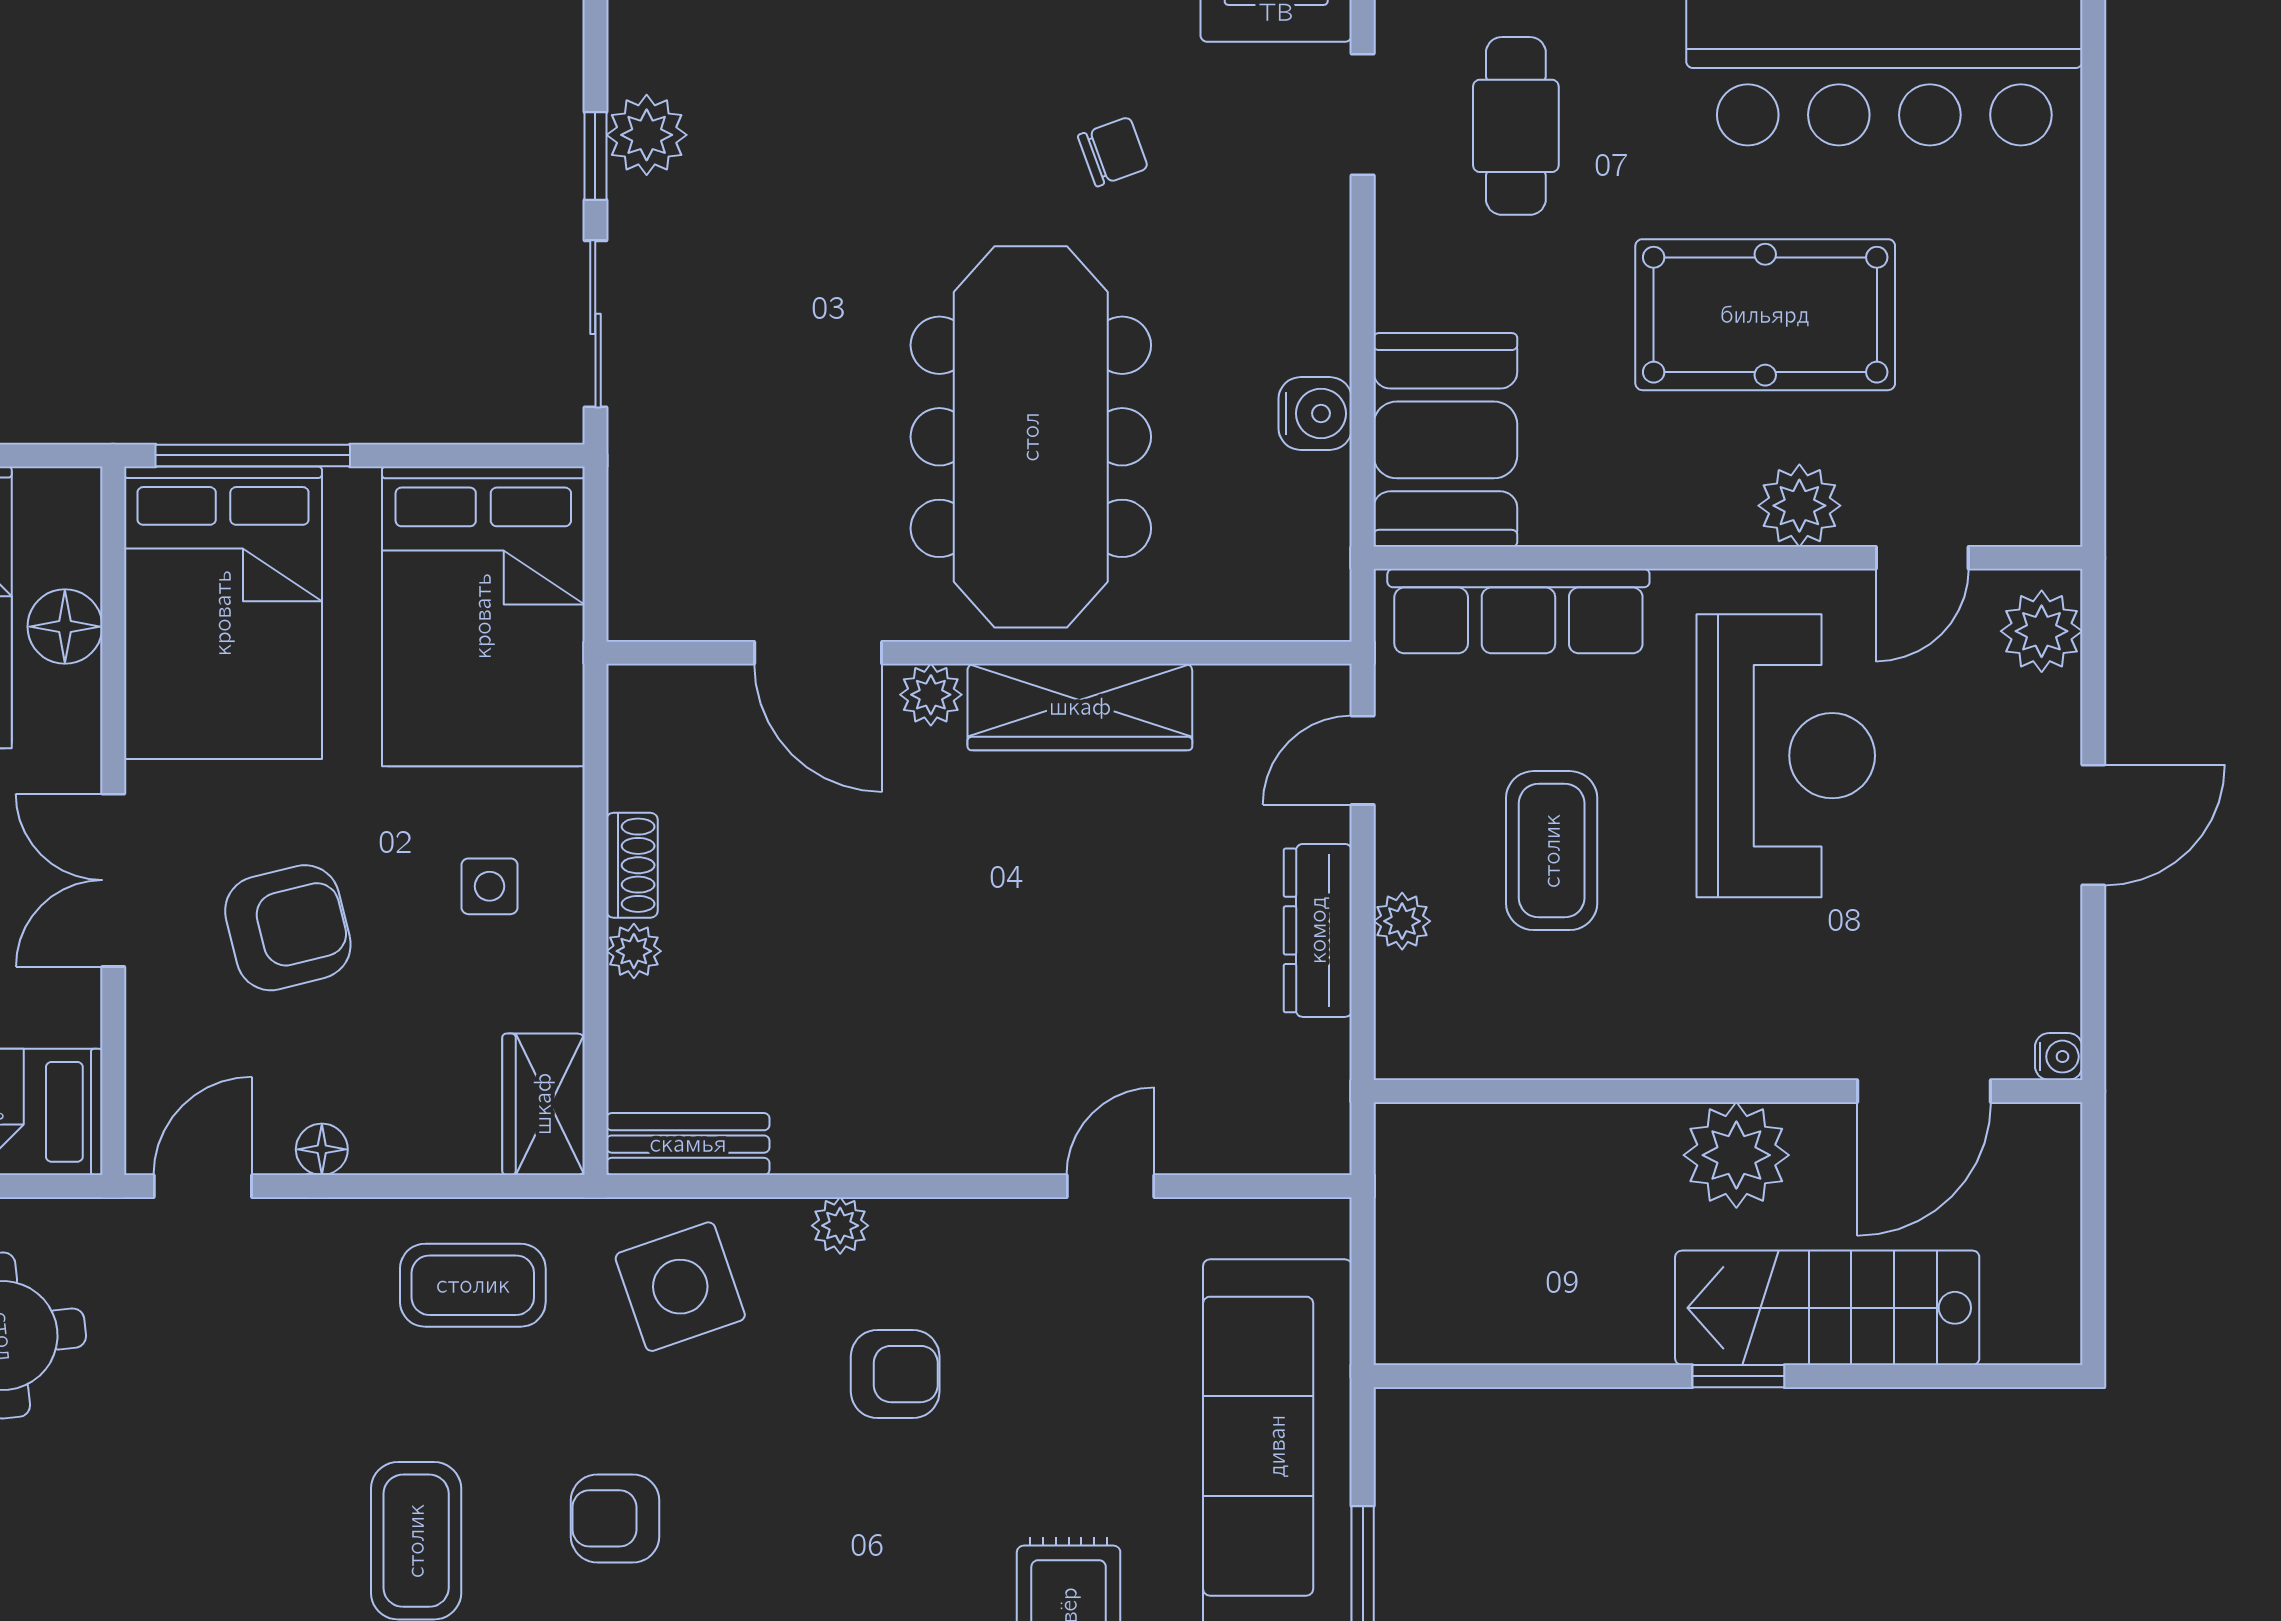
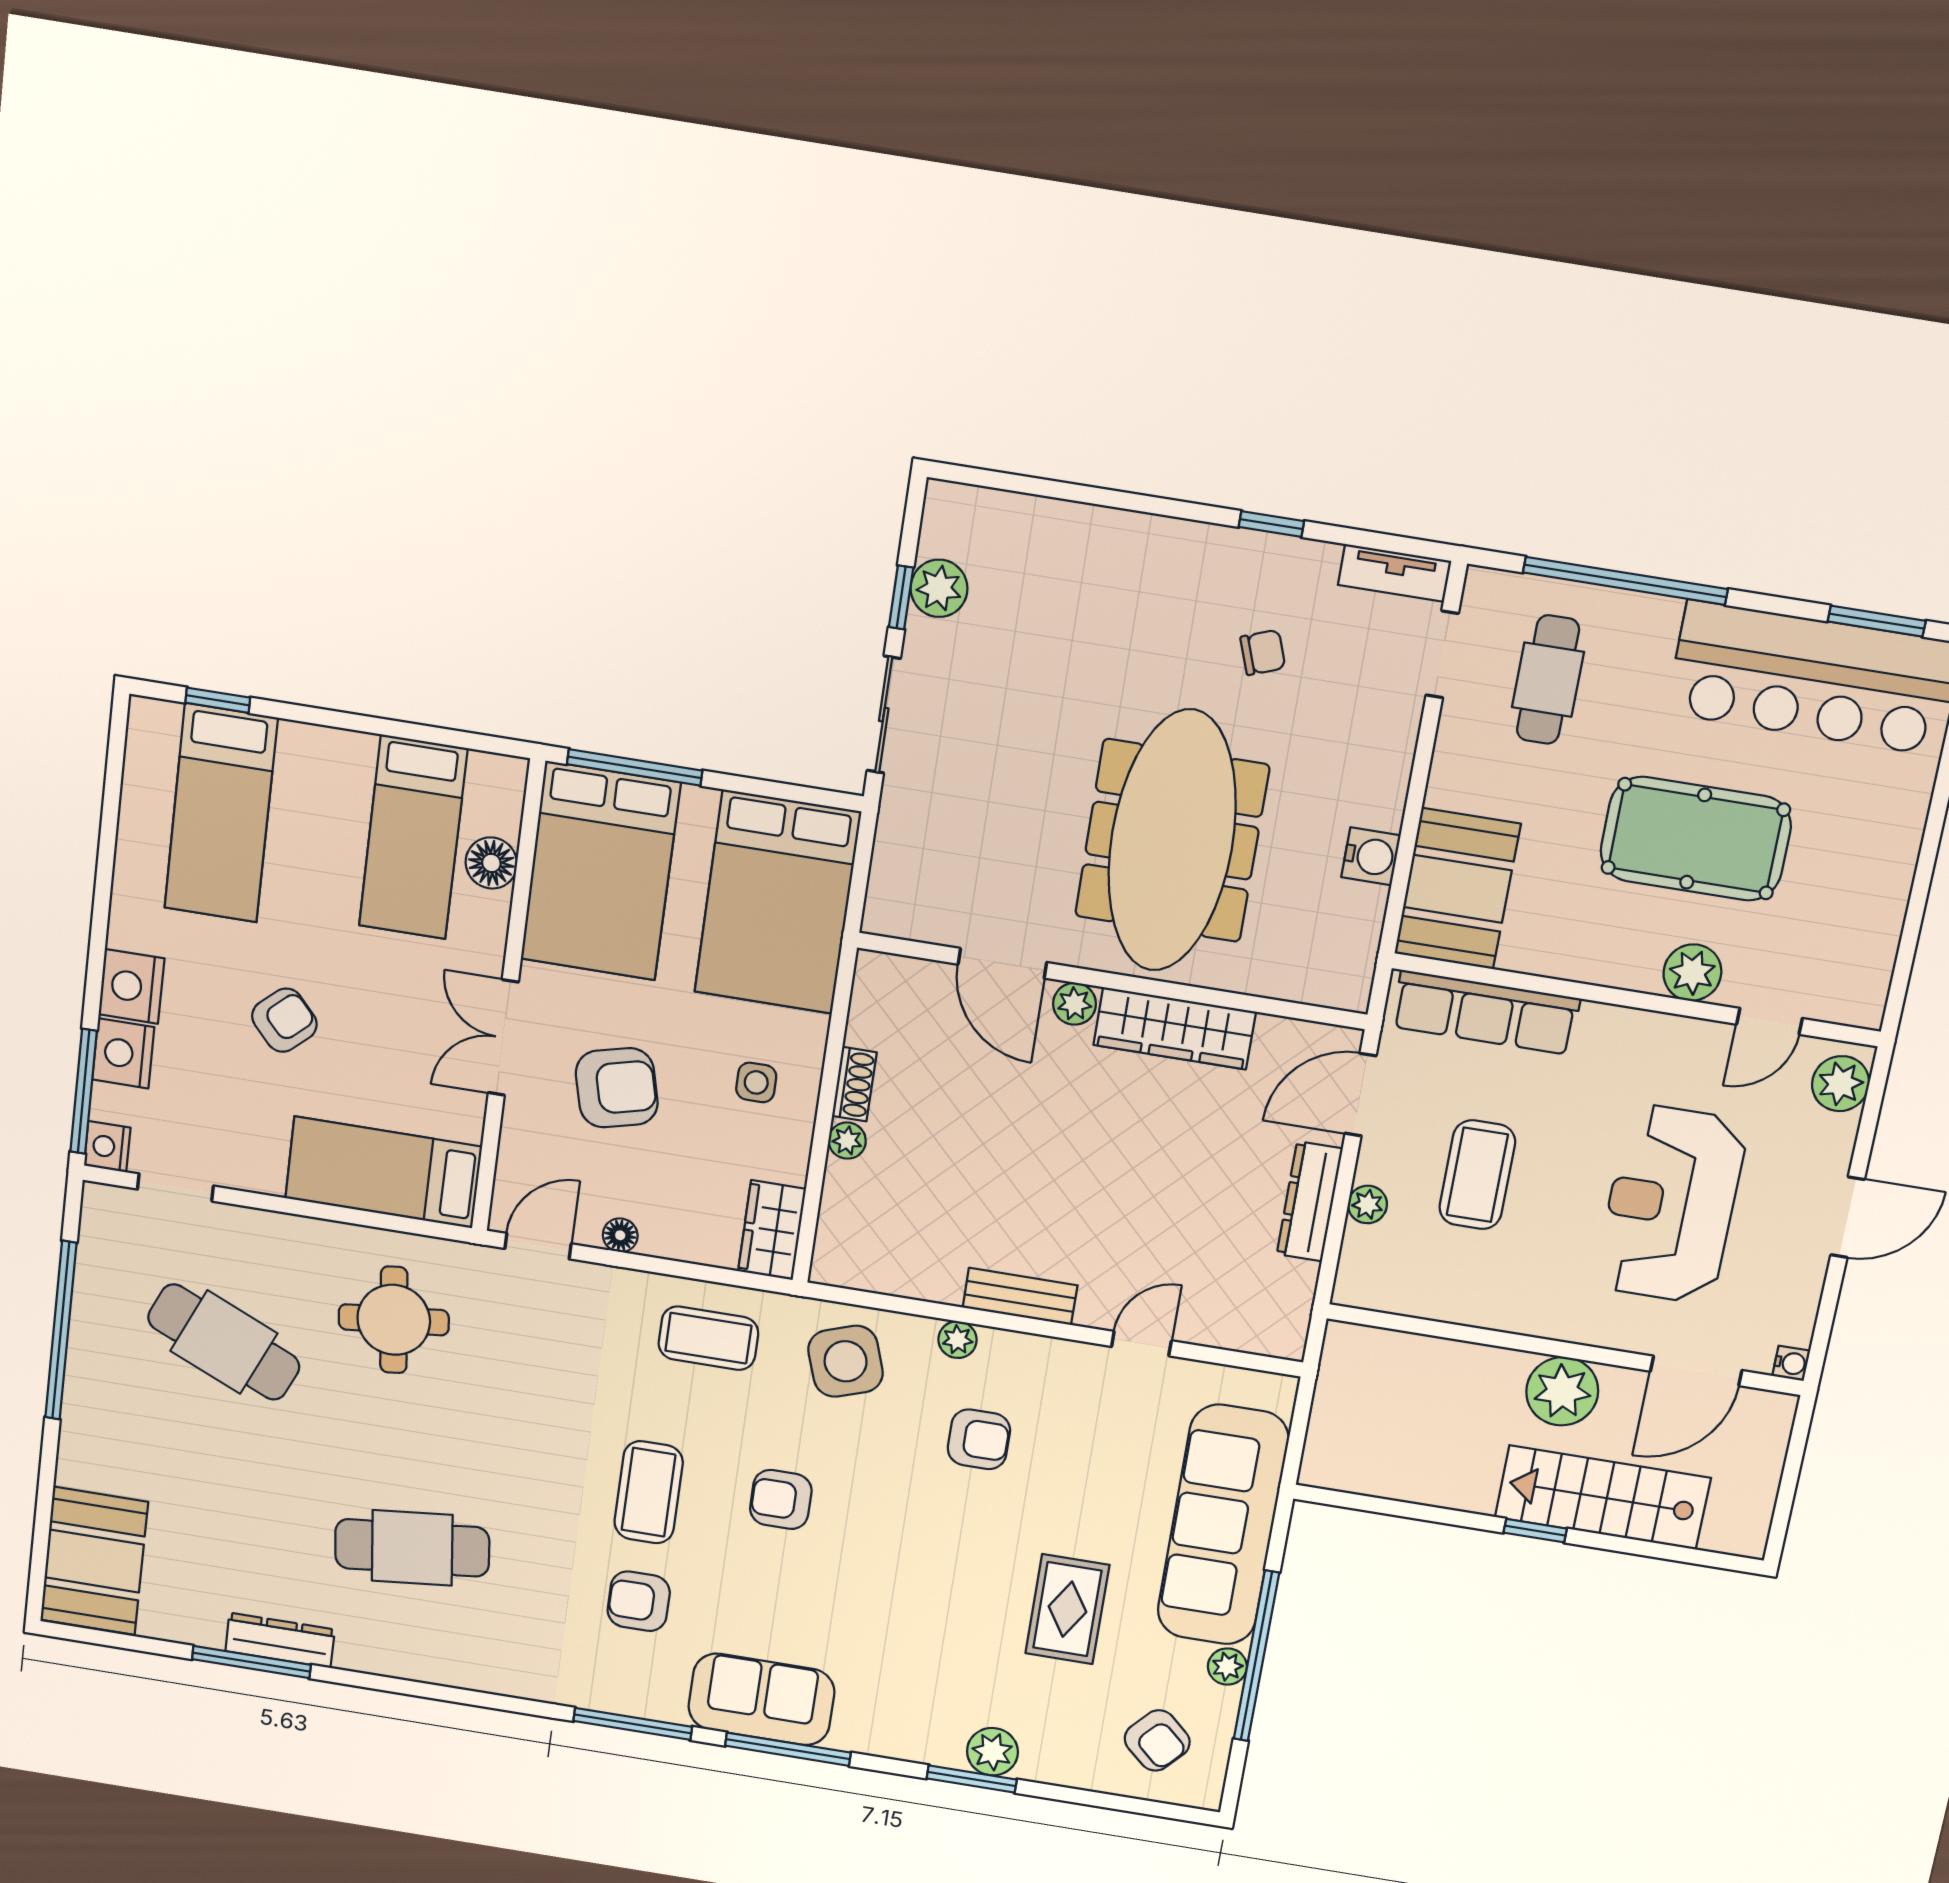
reception desk: (1786, 756) -> (1671, 1204), moved, turned 180
door: (1363, 760) -> (1361, 1095), width x1.38
bench: (688, 1144) -> (1020, 1296), moved

